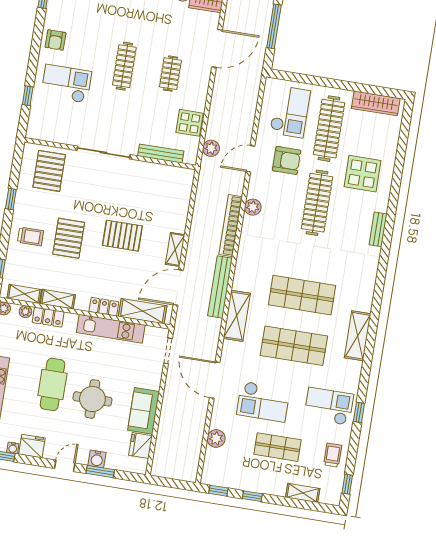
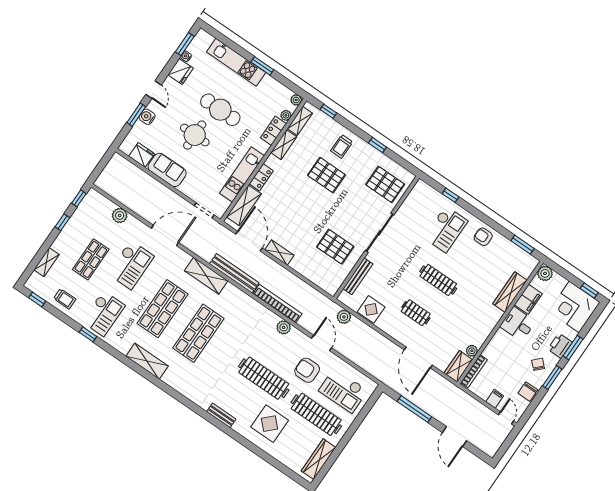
armchair: (287, 160) -> (307, 370), turned 90
pallet: (122, 236) -> (335, 247), moved, turned 90
checkout: (263, 402) -> (131, 265), turned 180

